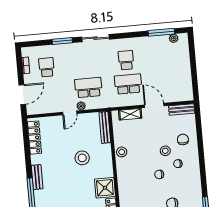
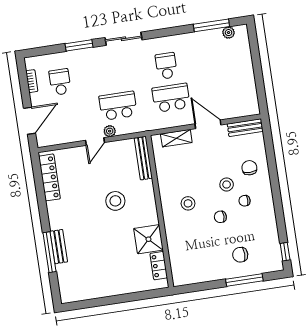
stool: (122, 152) -> (188, 203), moved
bench: (37, 177) -> (59, 247), moved

